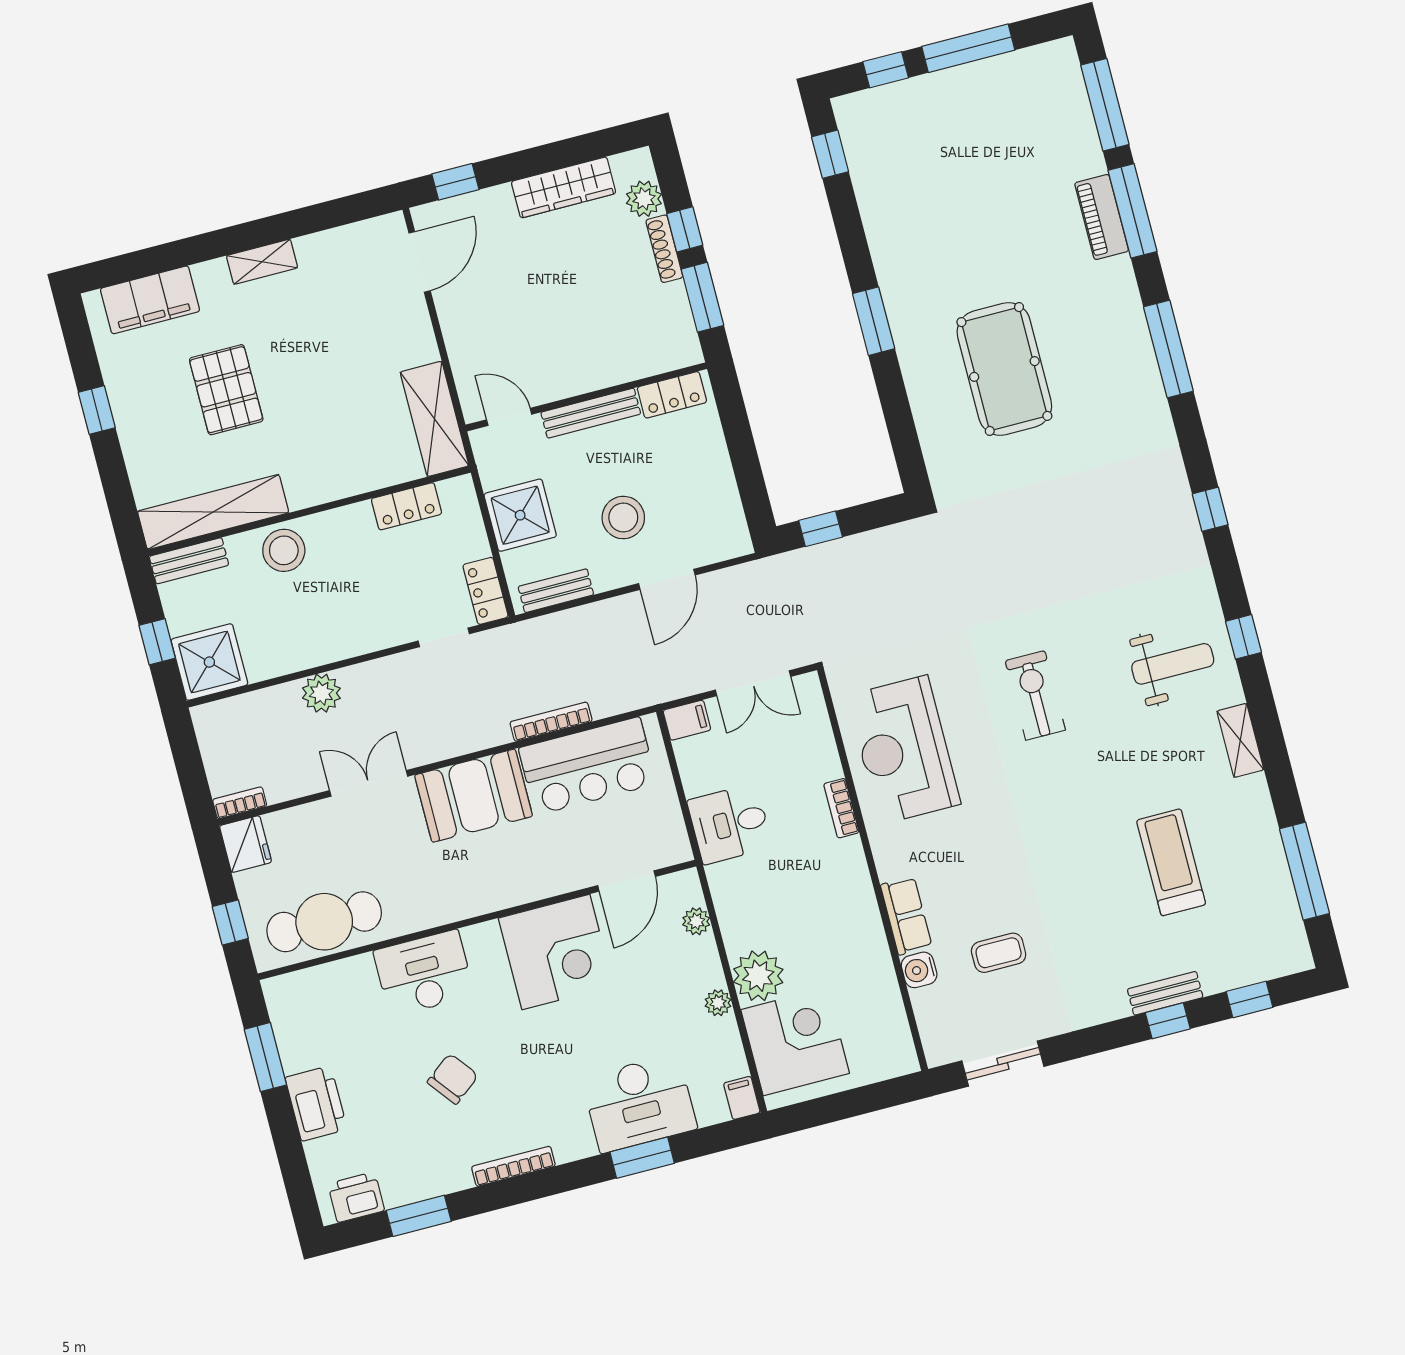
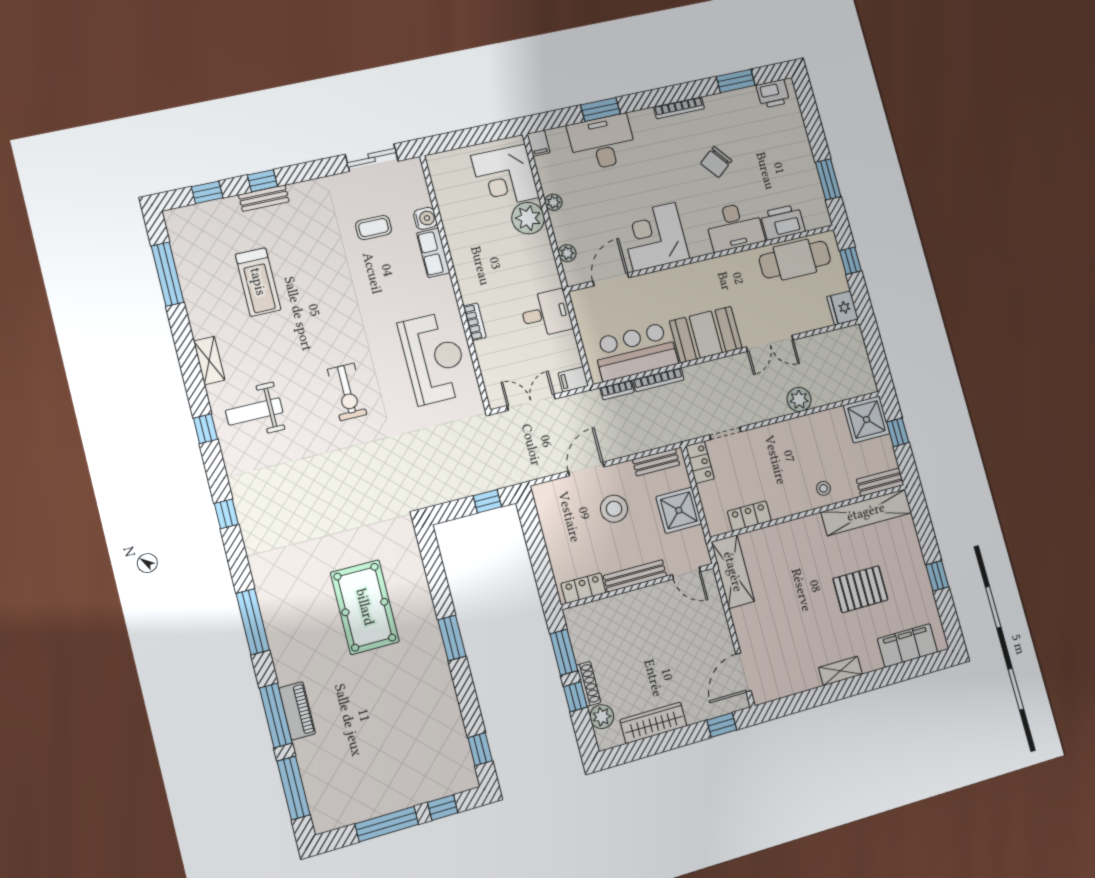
pallet: (226, 390) -> (860, 589), turned 90
stool: (284, 550) -> (823, 488), width x0.53, depth x0.53
bookcase: (240, 803) -> (617, 390), moved
printer: (316, 1103) -> (783, 222), moved, turned 90

